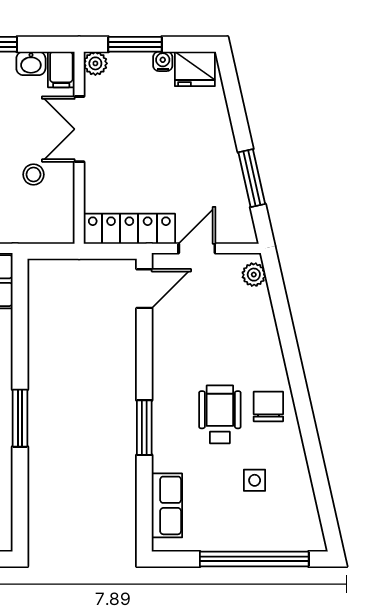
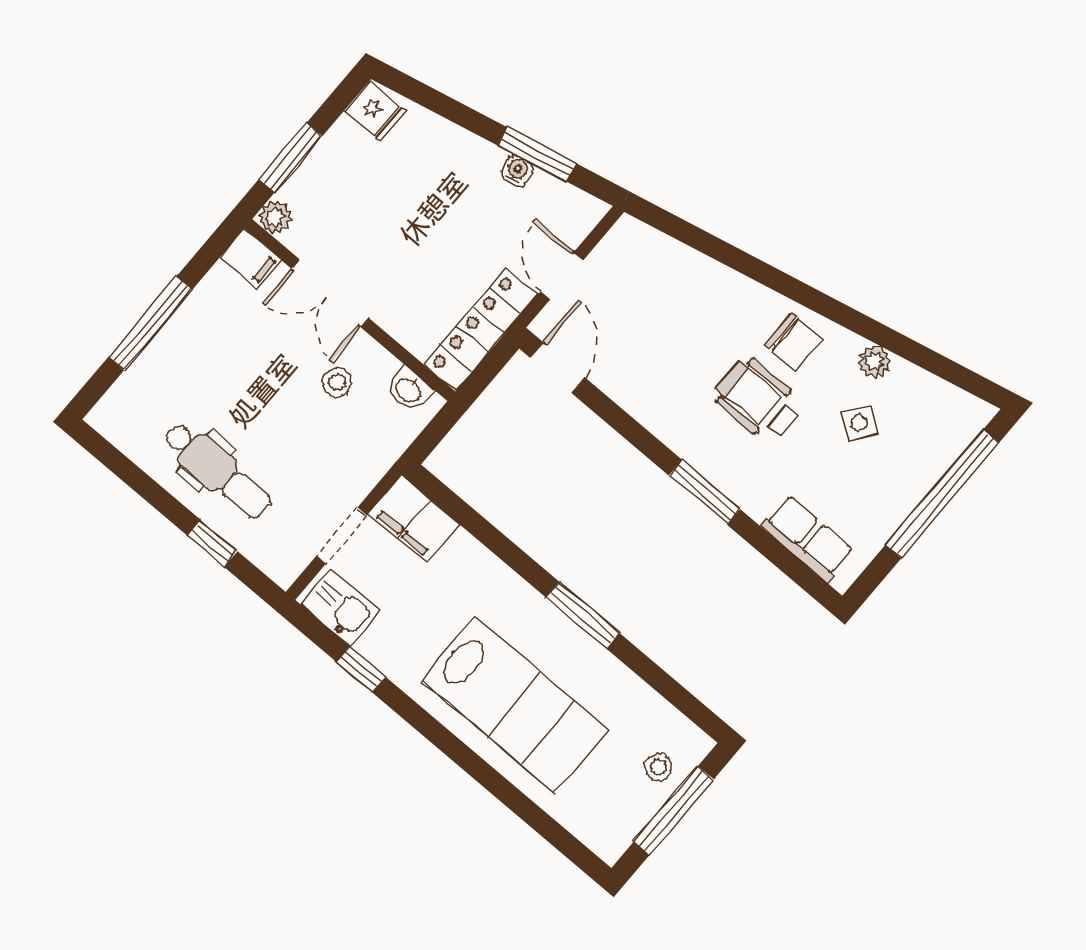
water cooler: (163, 61) -> (517, 171), moved, turned 77
washbasin: (31, 63) -> (409, 390), moved, turned 90
fridge: (195, 69) -> (375, 111), width x0.72
plant: (254, 275) -> (874, 361), moved
chair: (268, 407) -> (794, 342), turned 180
side table: (255, 480) -> (859, 423), turned 37

